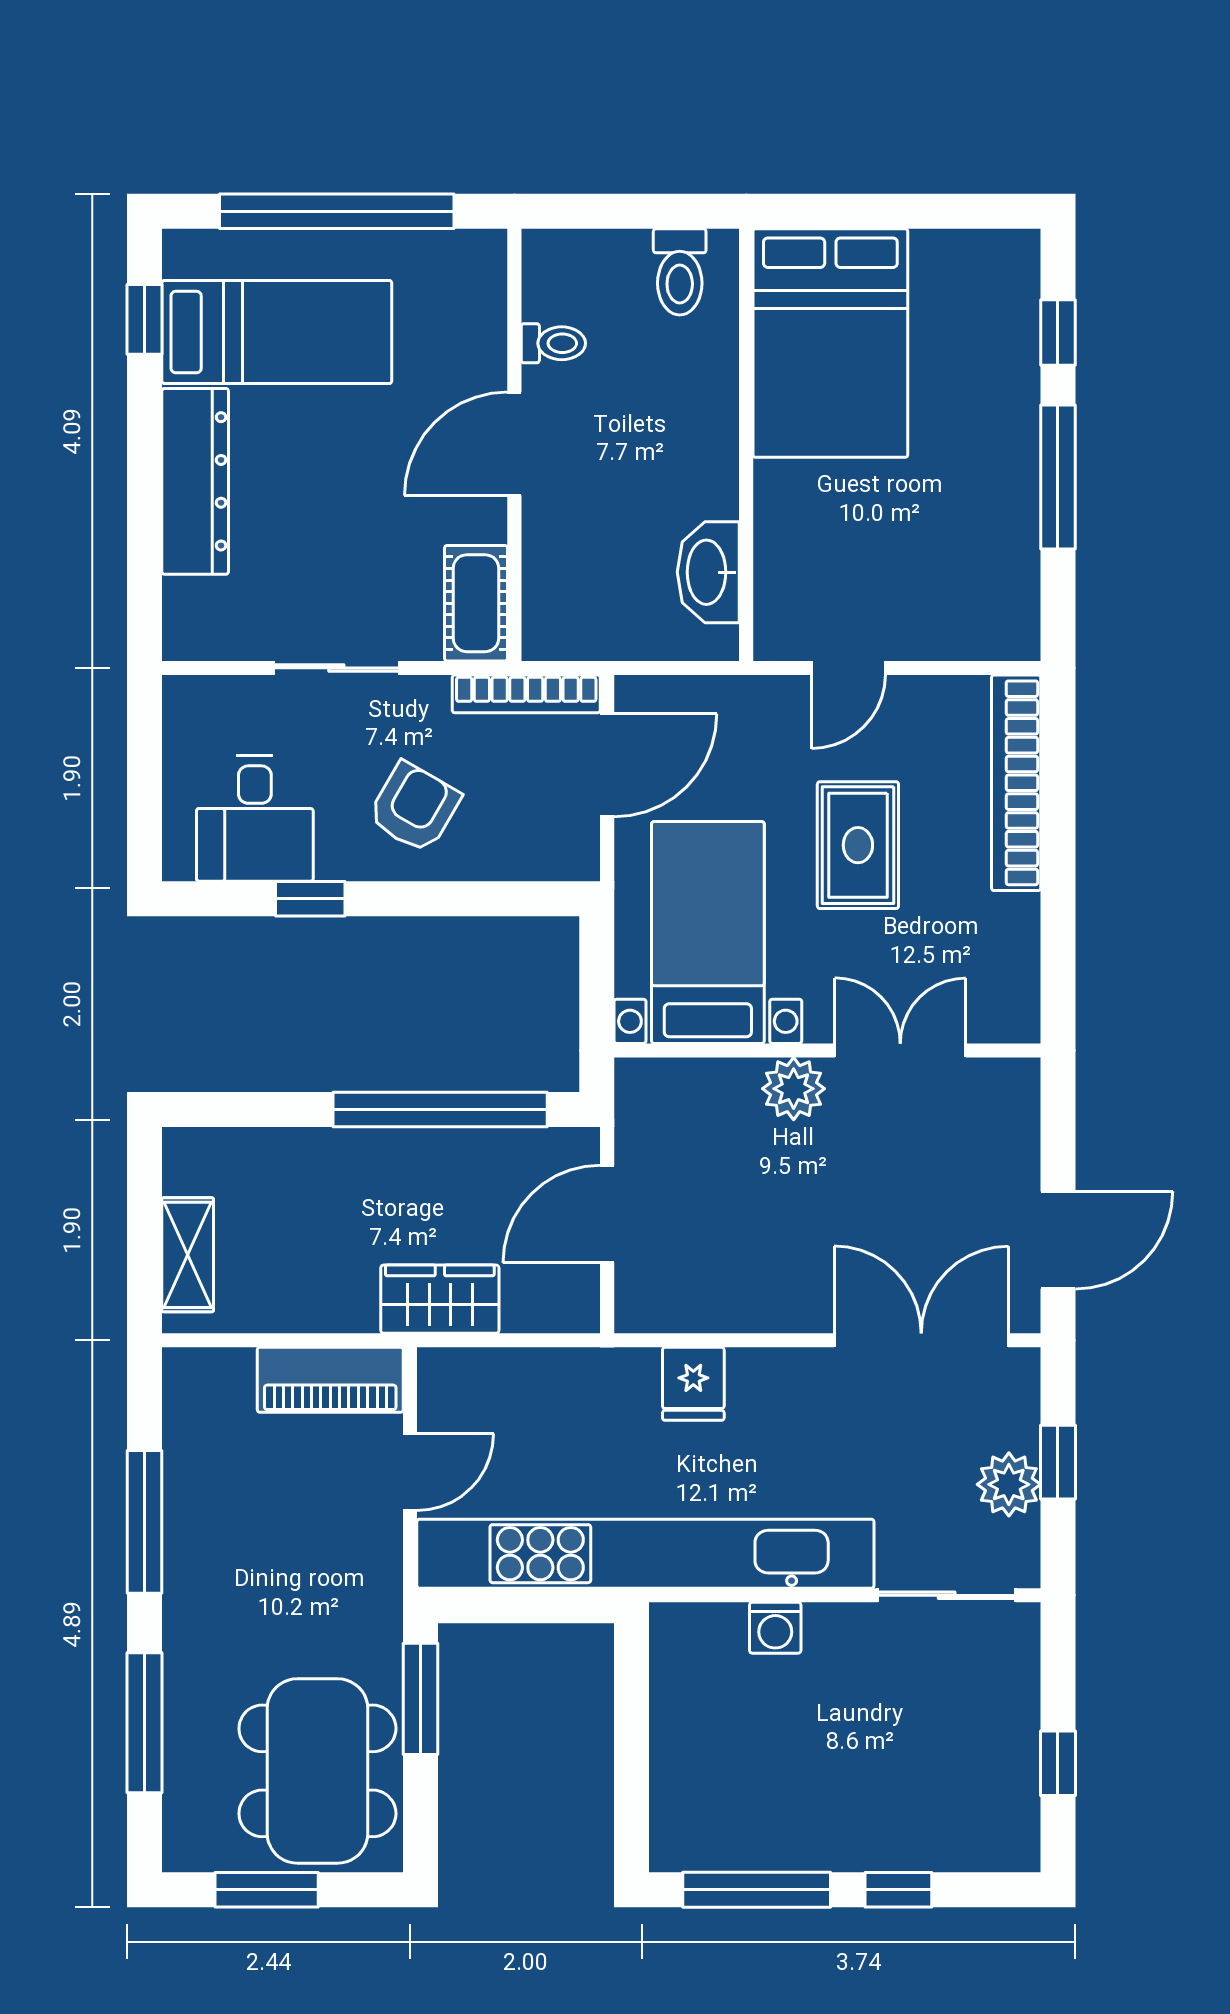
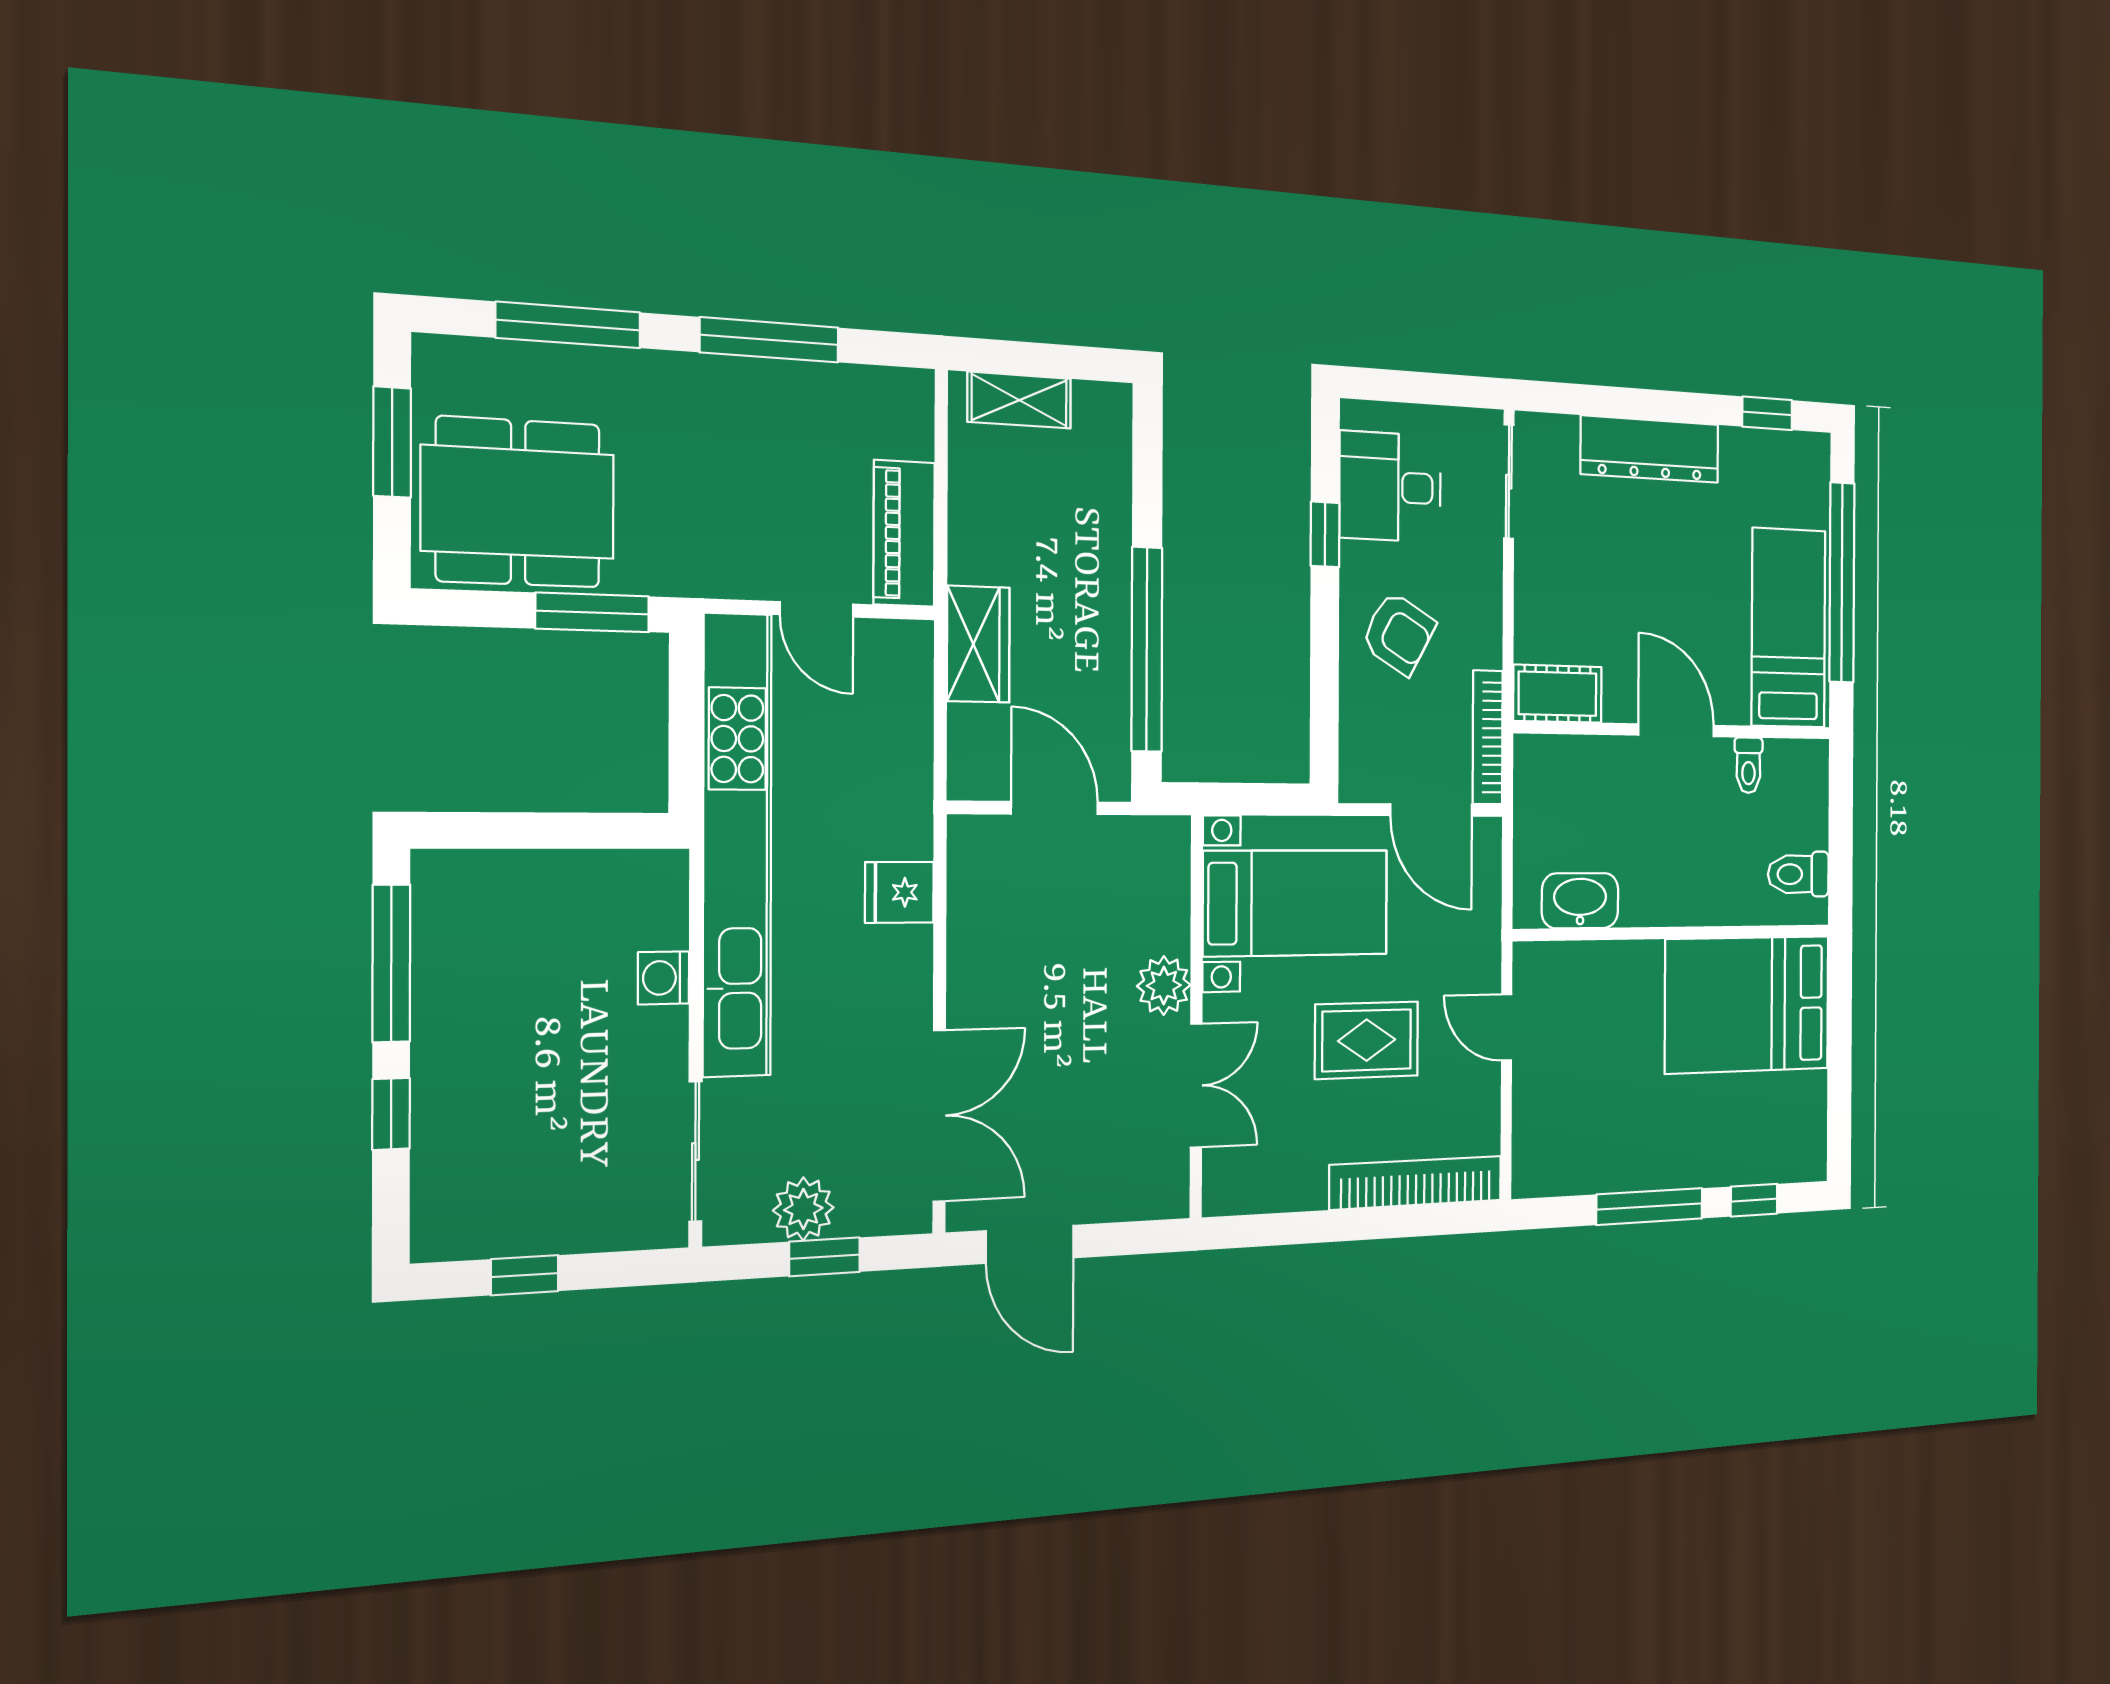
bed: (277, 332) -> (1788, 628), moved, turned 180
sliding door: (336, 668) -> (1509, 482), moved

